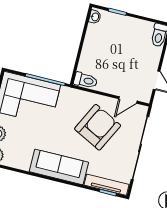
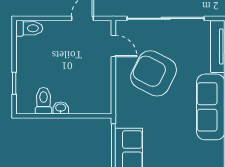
washbasin: (95, 17) -> (61, 108), moved
toilet: (85, 80) -> (43, 101), moved

